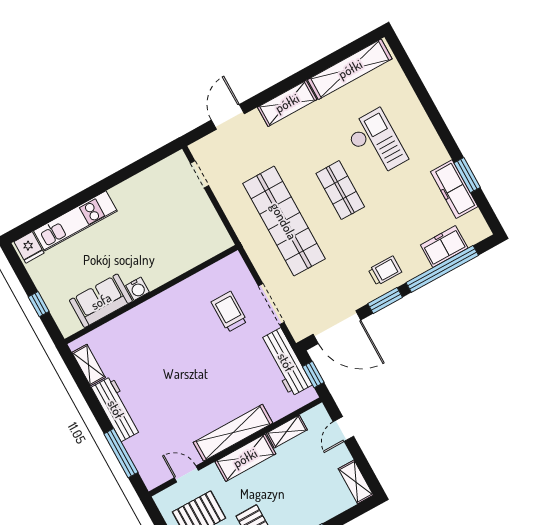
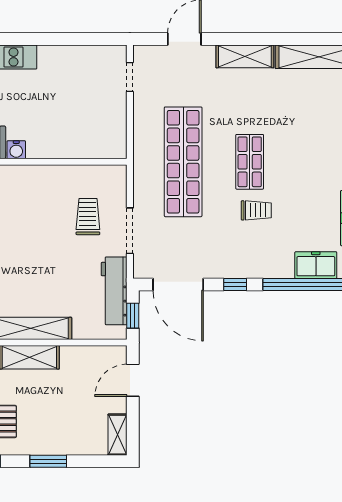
checkout: (376, 143) -> (306, 137), removed
trolley: (385, 271) -> (256, 210), moved
window: (385, 300) -> (235, 285), width x0.67
door: (343, 429) -> (133, 380), width x1.38
shelving: (287, 431) -> (80, 354), removed

